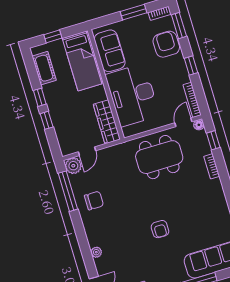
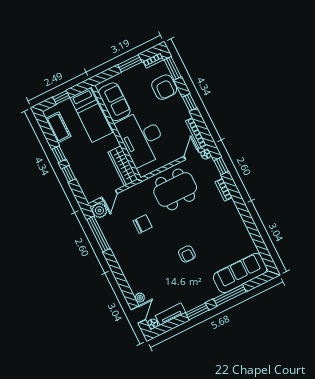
armchair: (166, 44) -> (164, 87), turned 180
chair: (94, 200) -> (143, 224), moved
plant: (96, 252) -> (140, 298), moved

